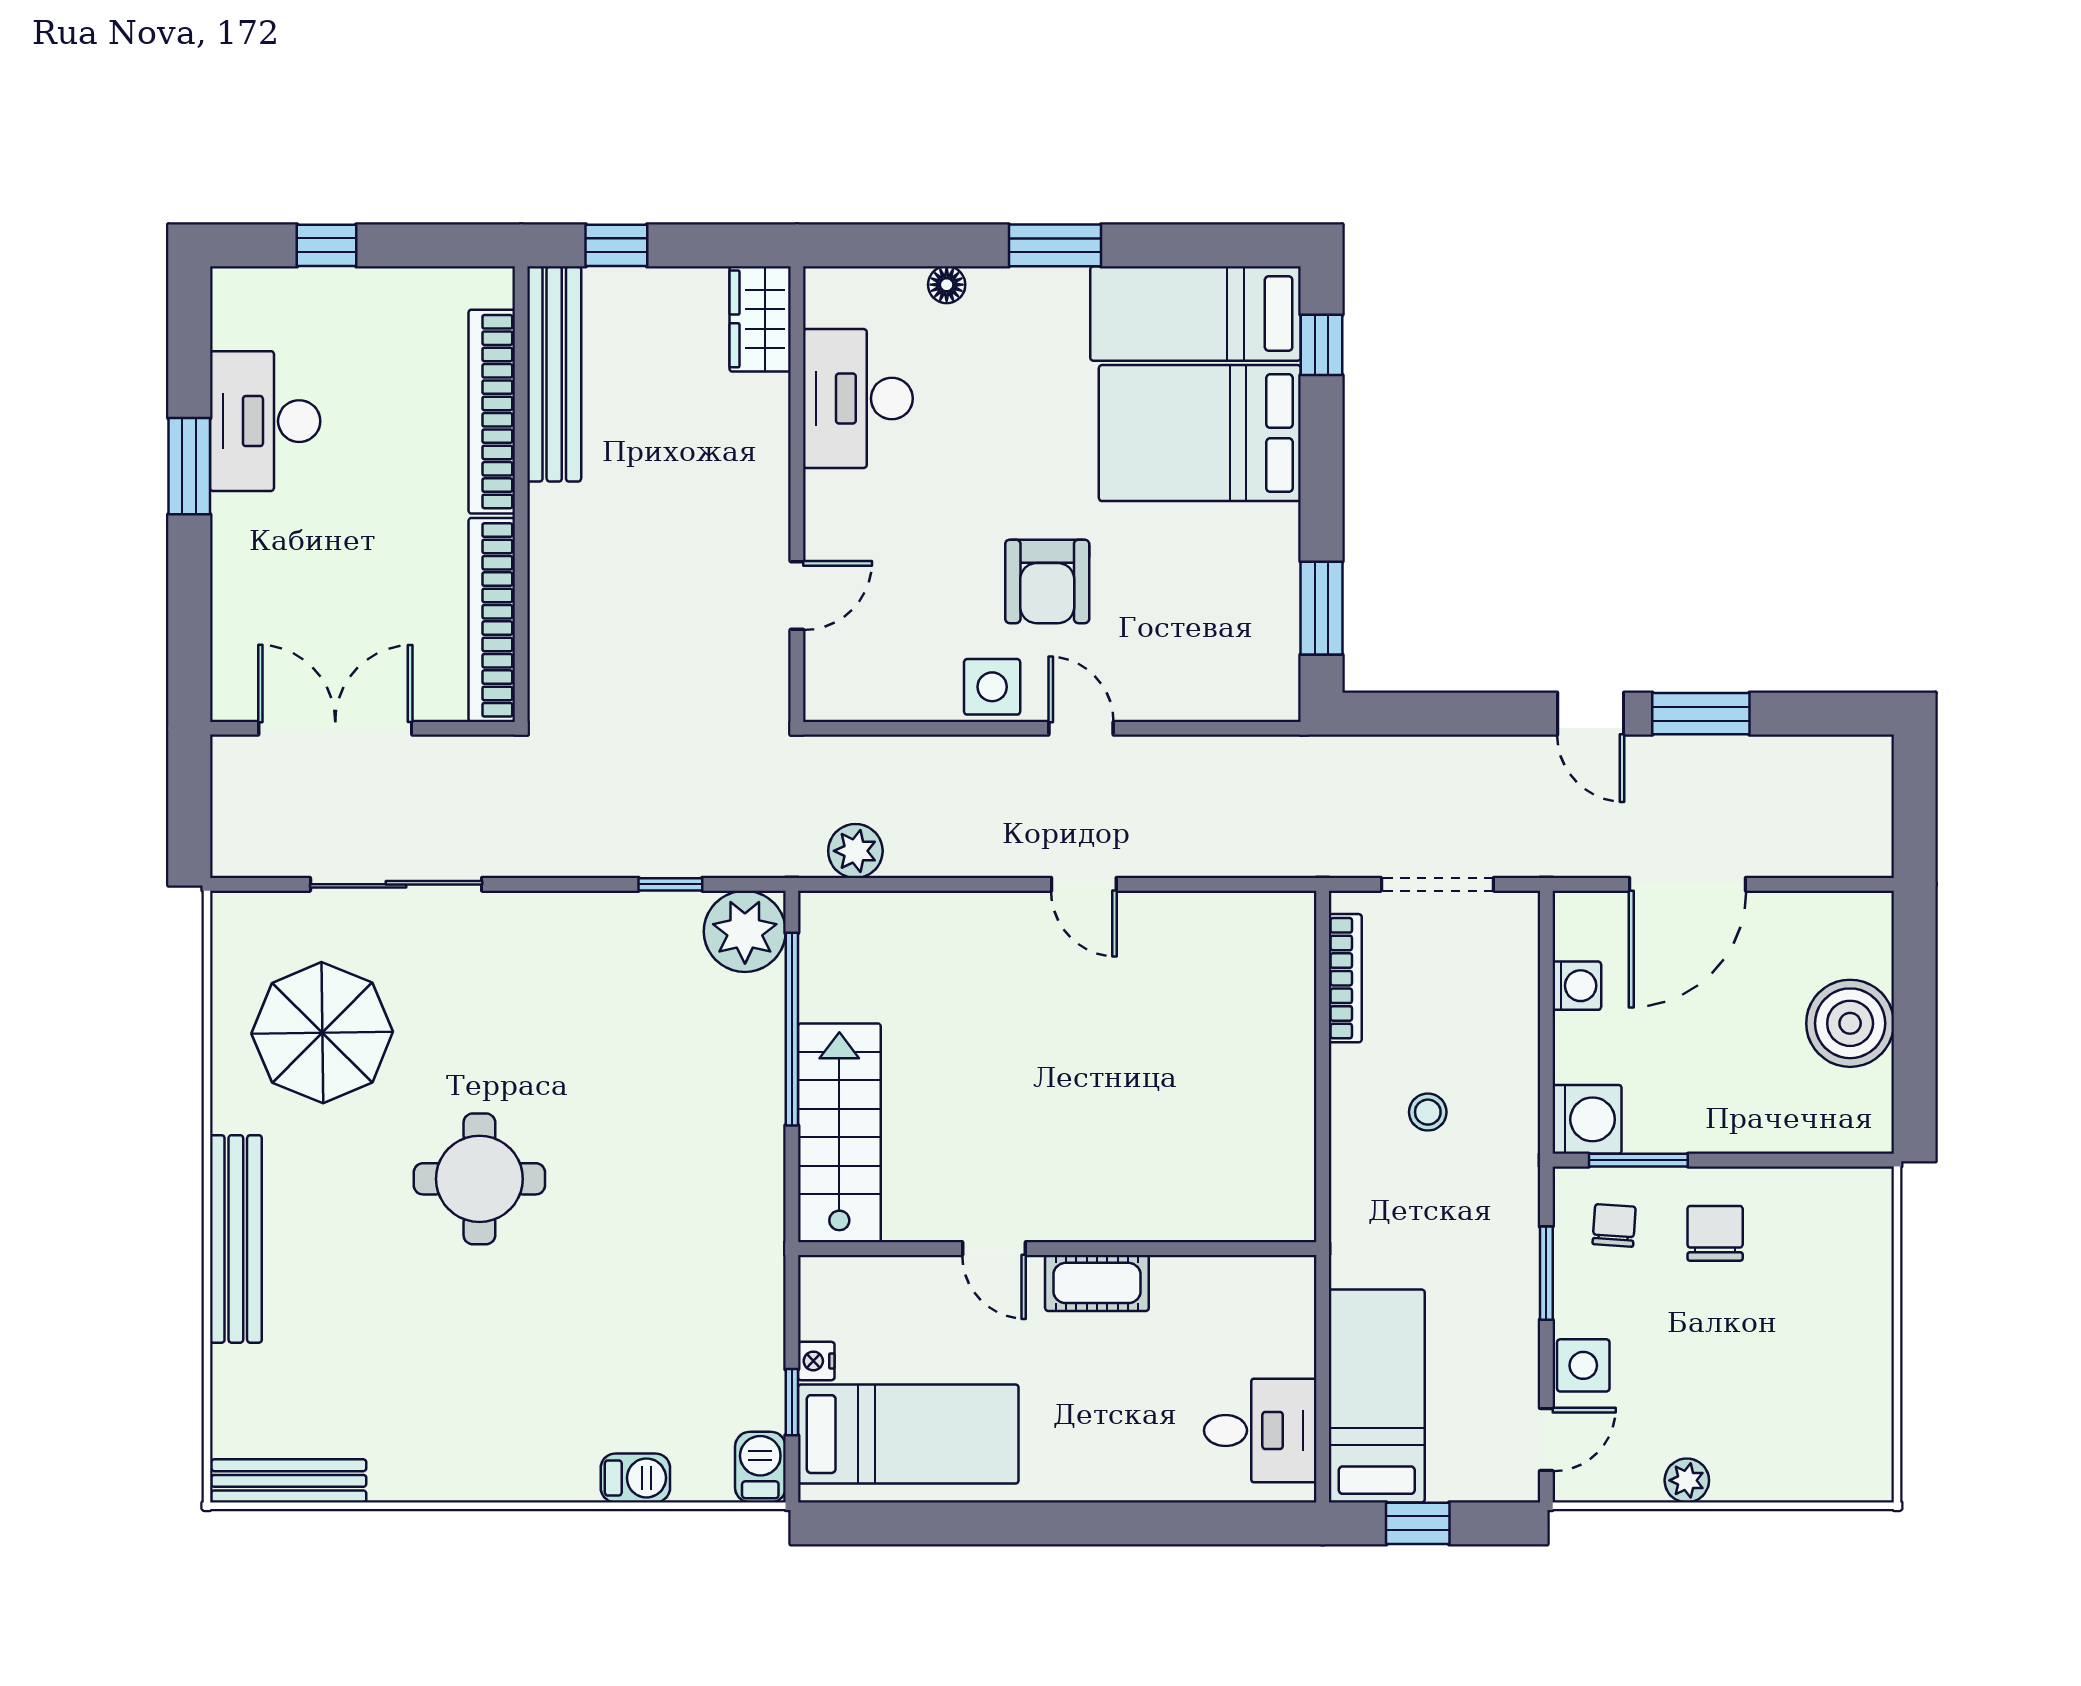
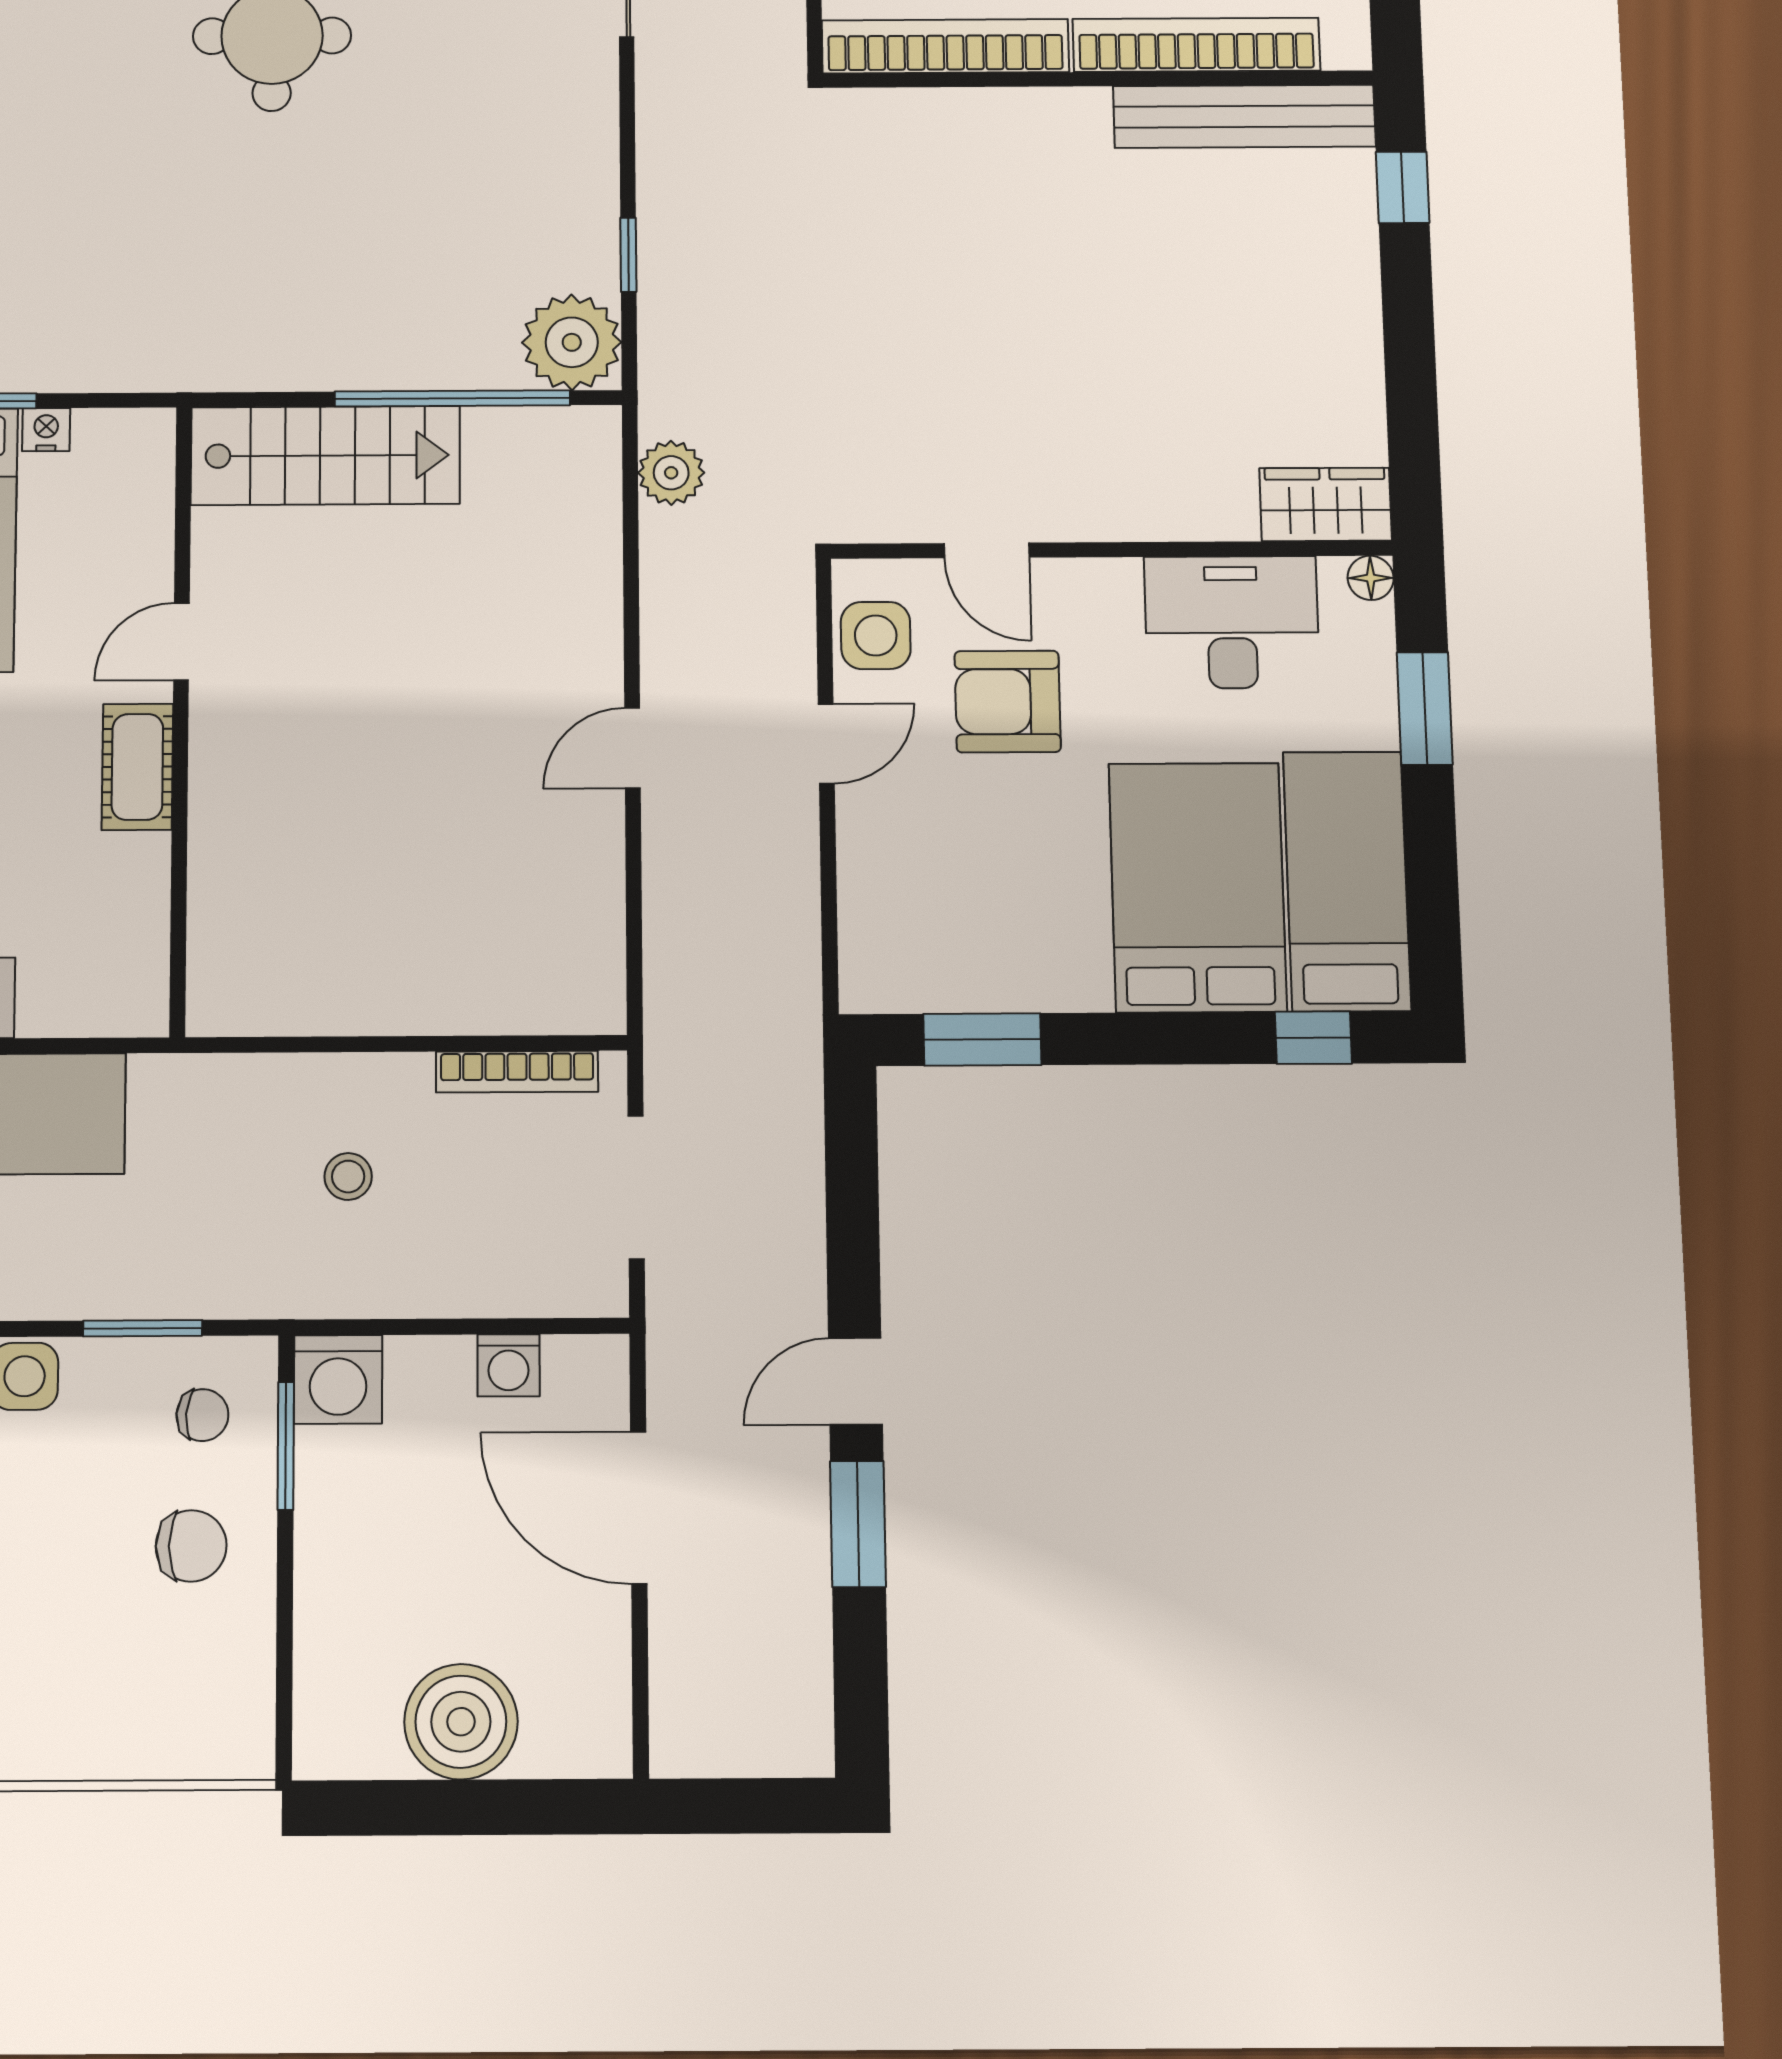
wardrobe: (760, 319) -> (1326, 504), moved
desk: (858, 399) -> (1232, 622), moved
wall: (797, 494) -> (1111, 550), moved
door: (797, 595) -> (987, 550), moved

